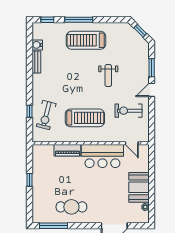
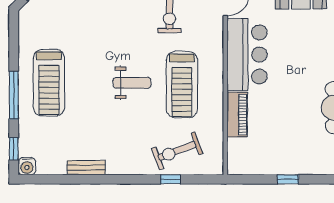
water cooler: (37, 45) -> (27, 166), moved
weight bench: (108, 76) -> (132, 83), moved
exercise bike: (46, 115) -> (177, 151), turned 145
treadmill: (85, 118) -> (182, 85), turned 180

